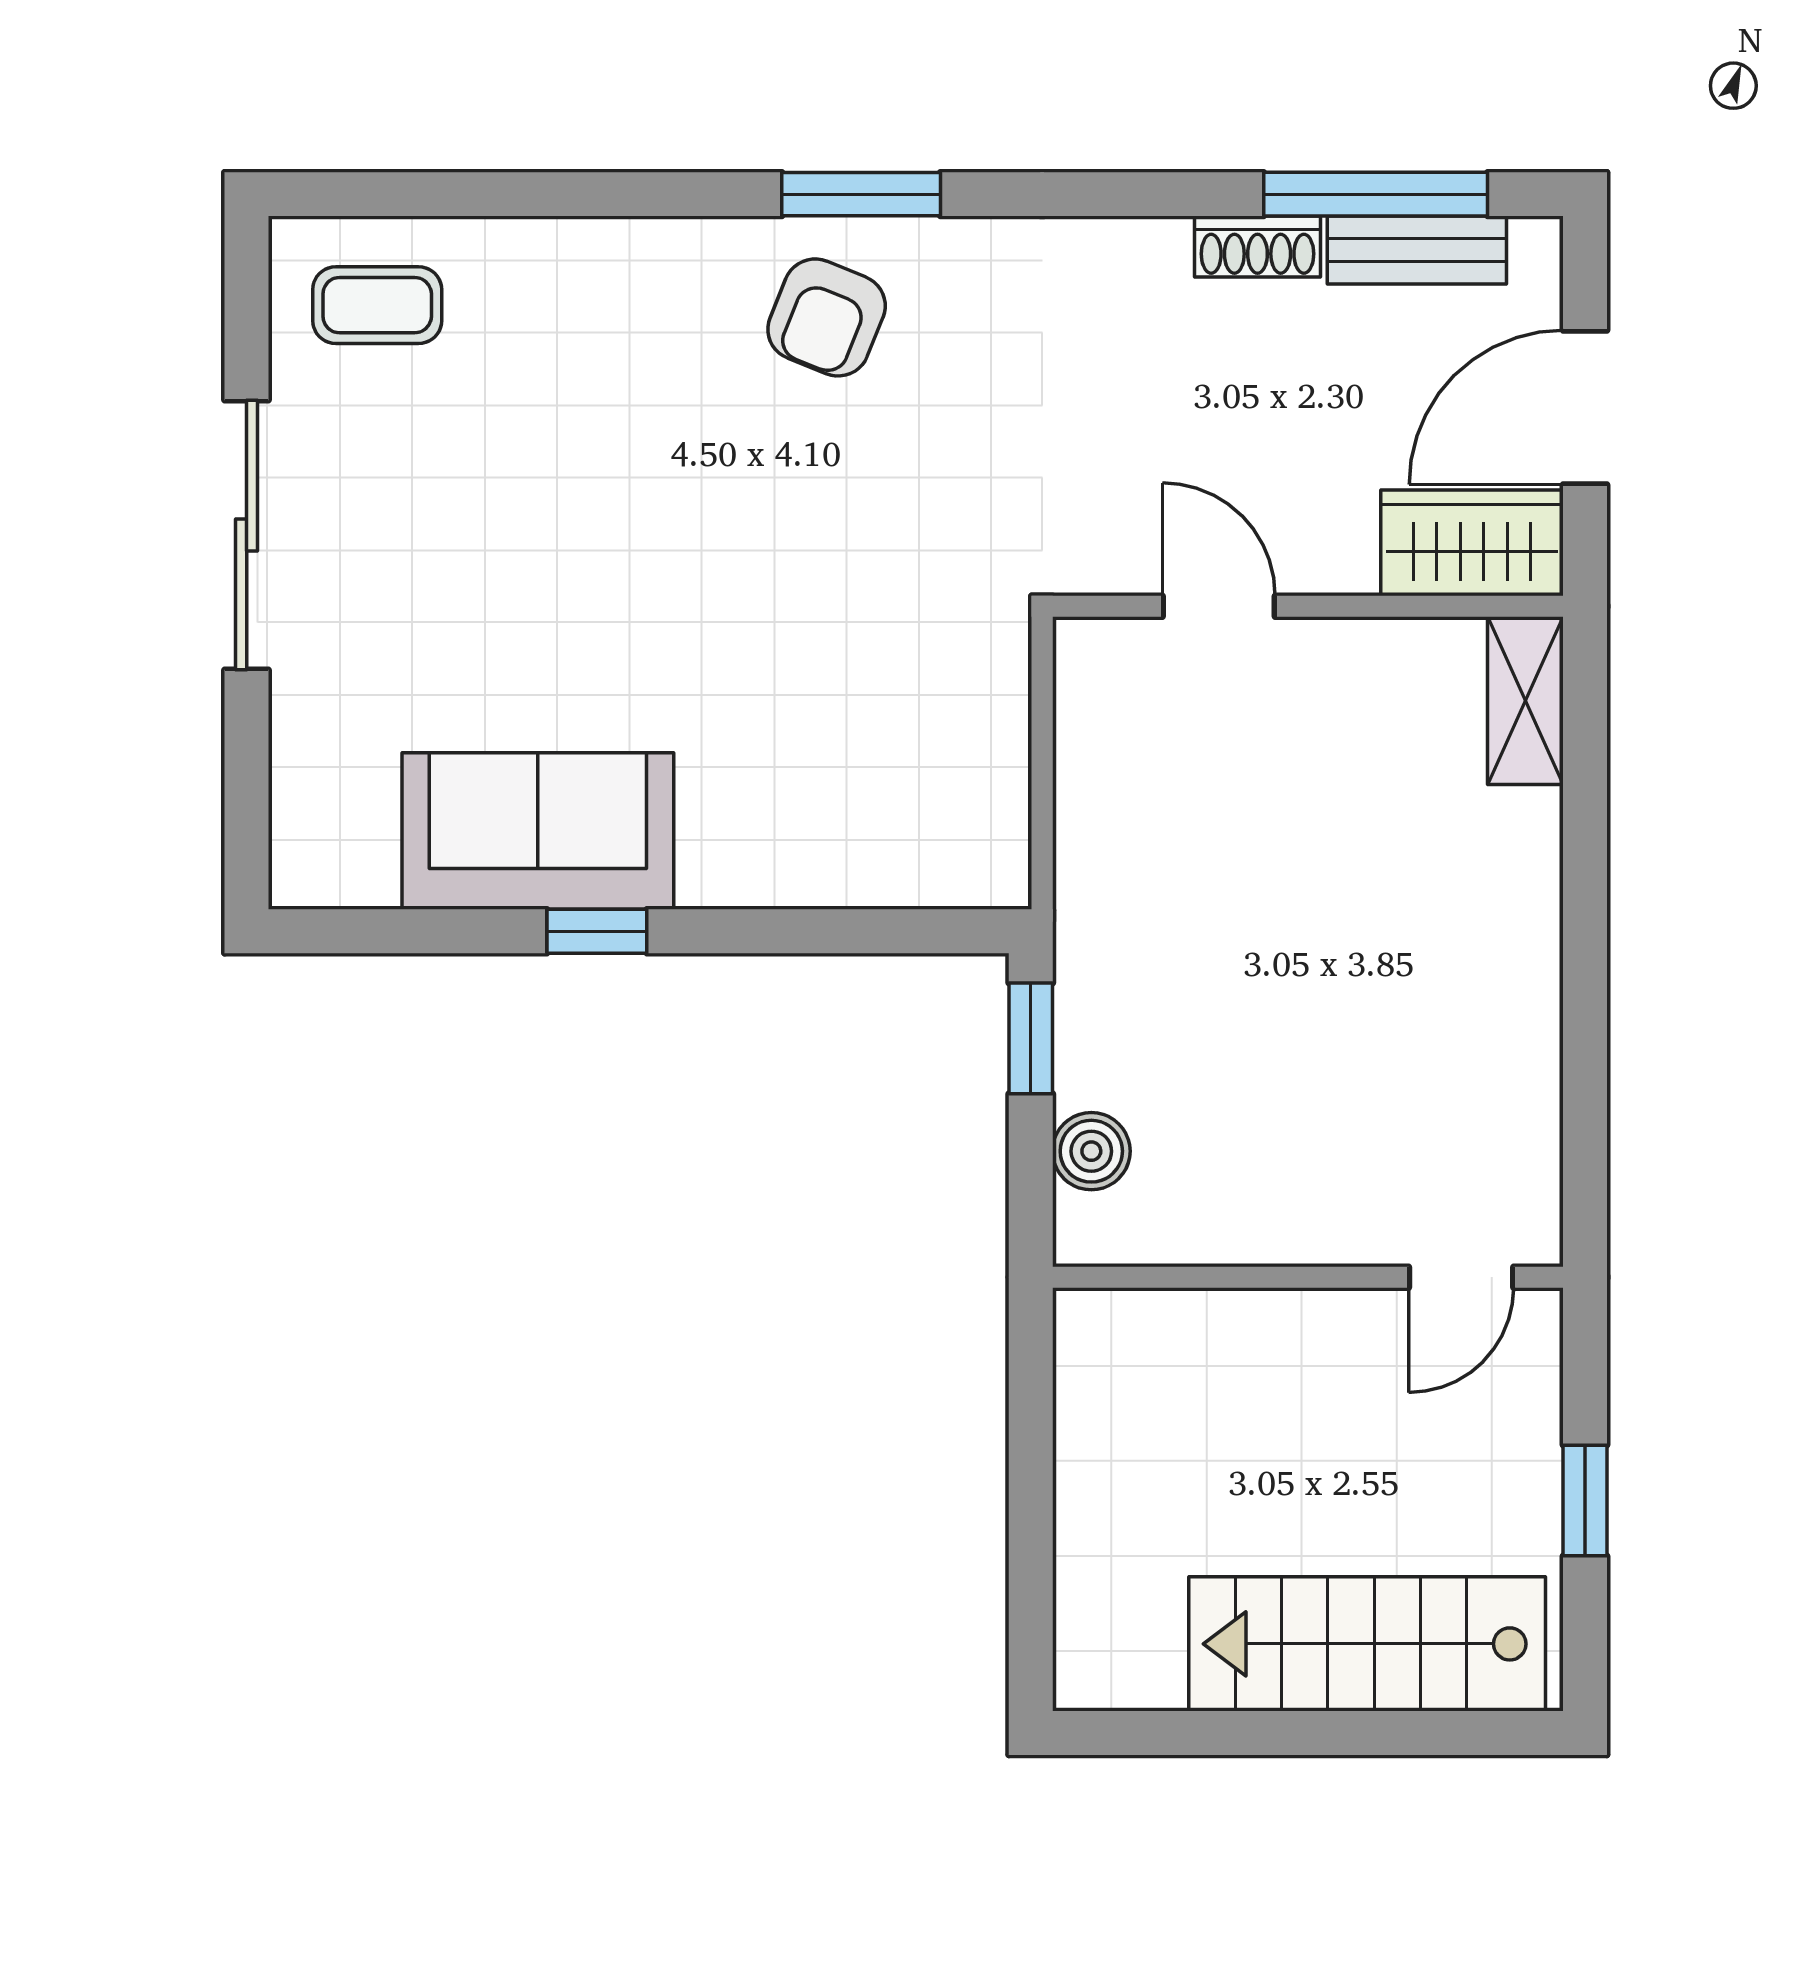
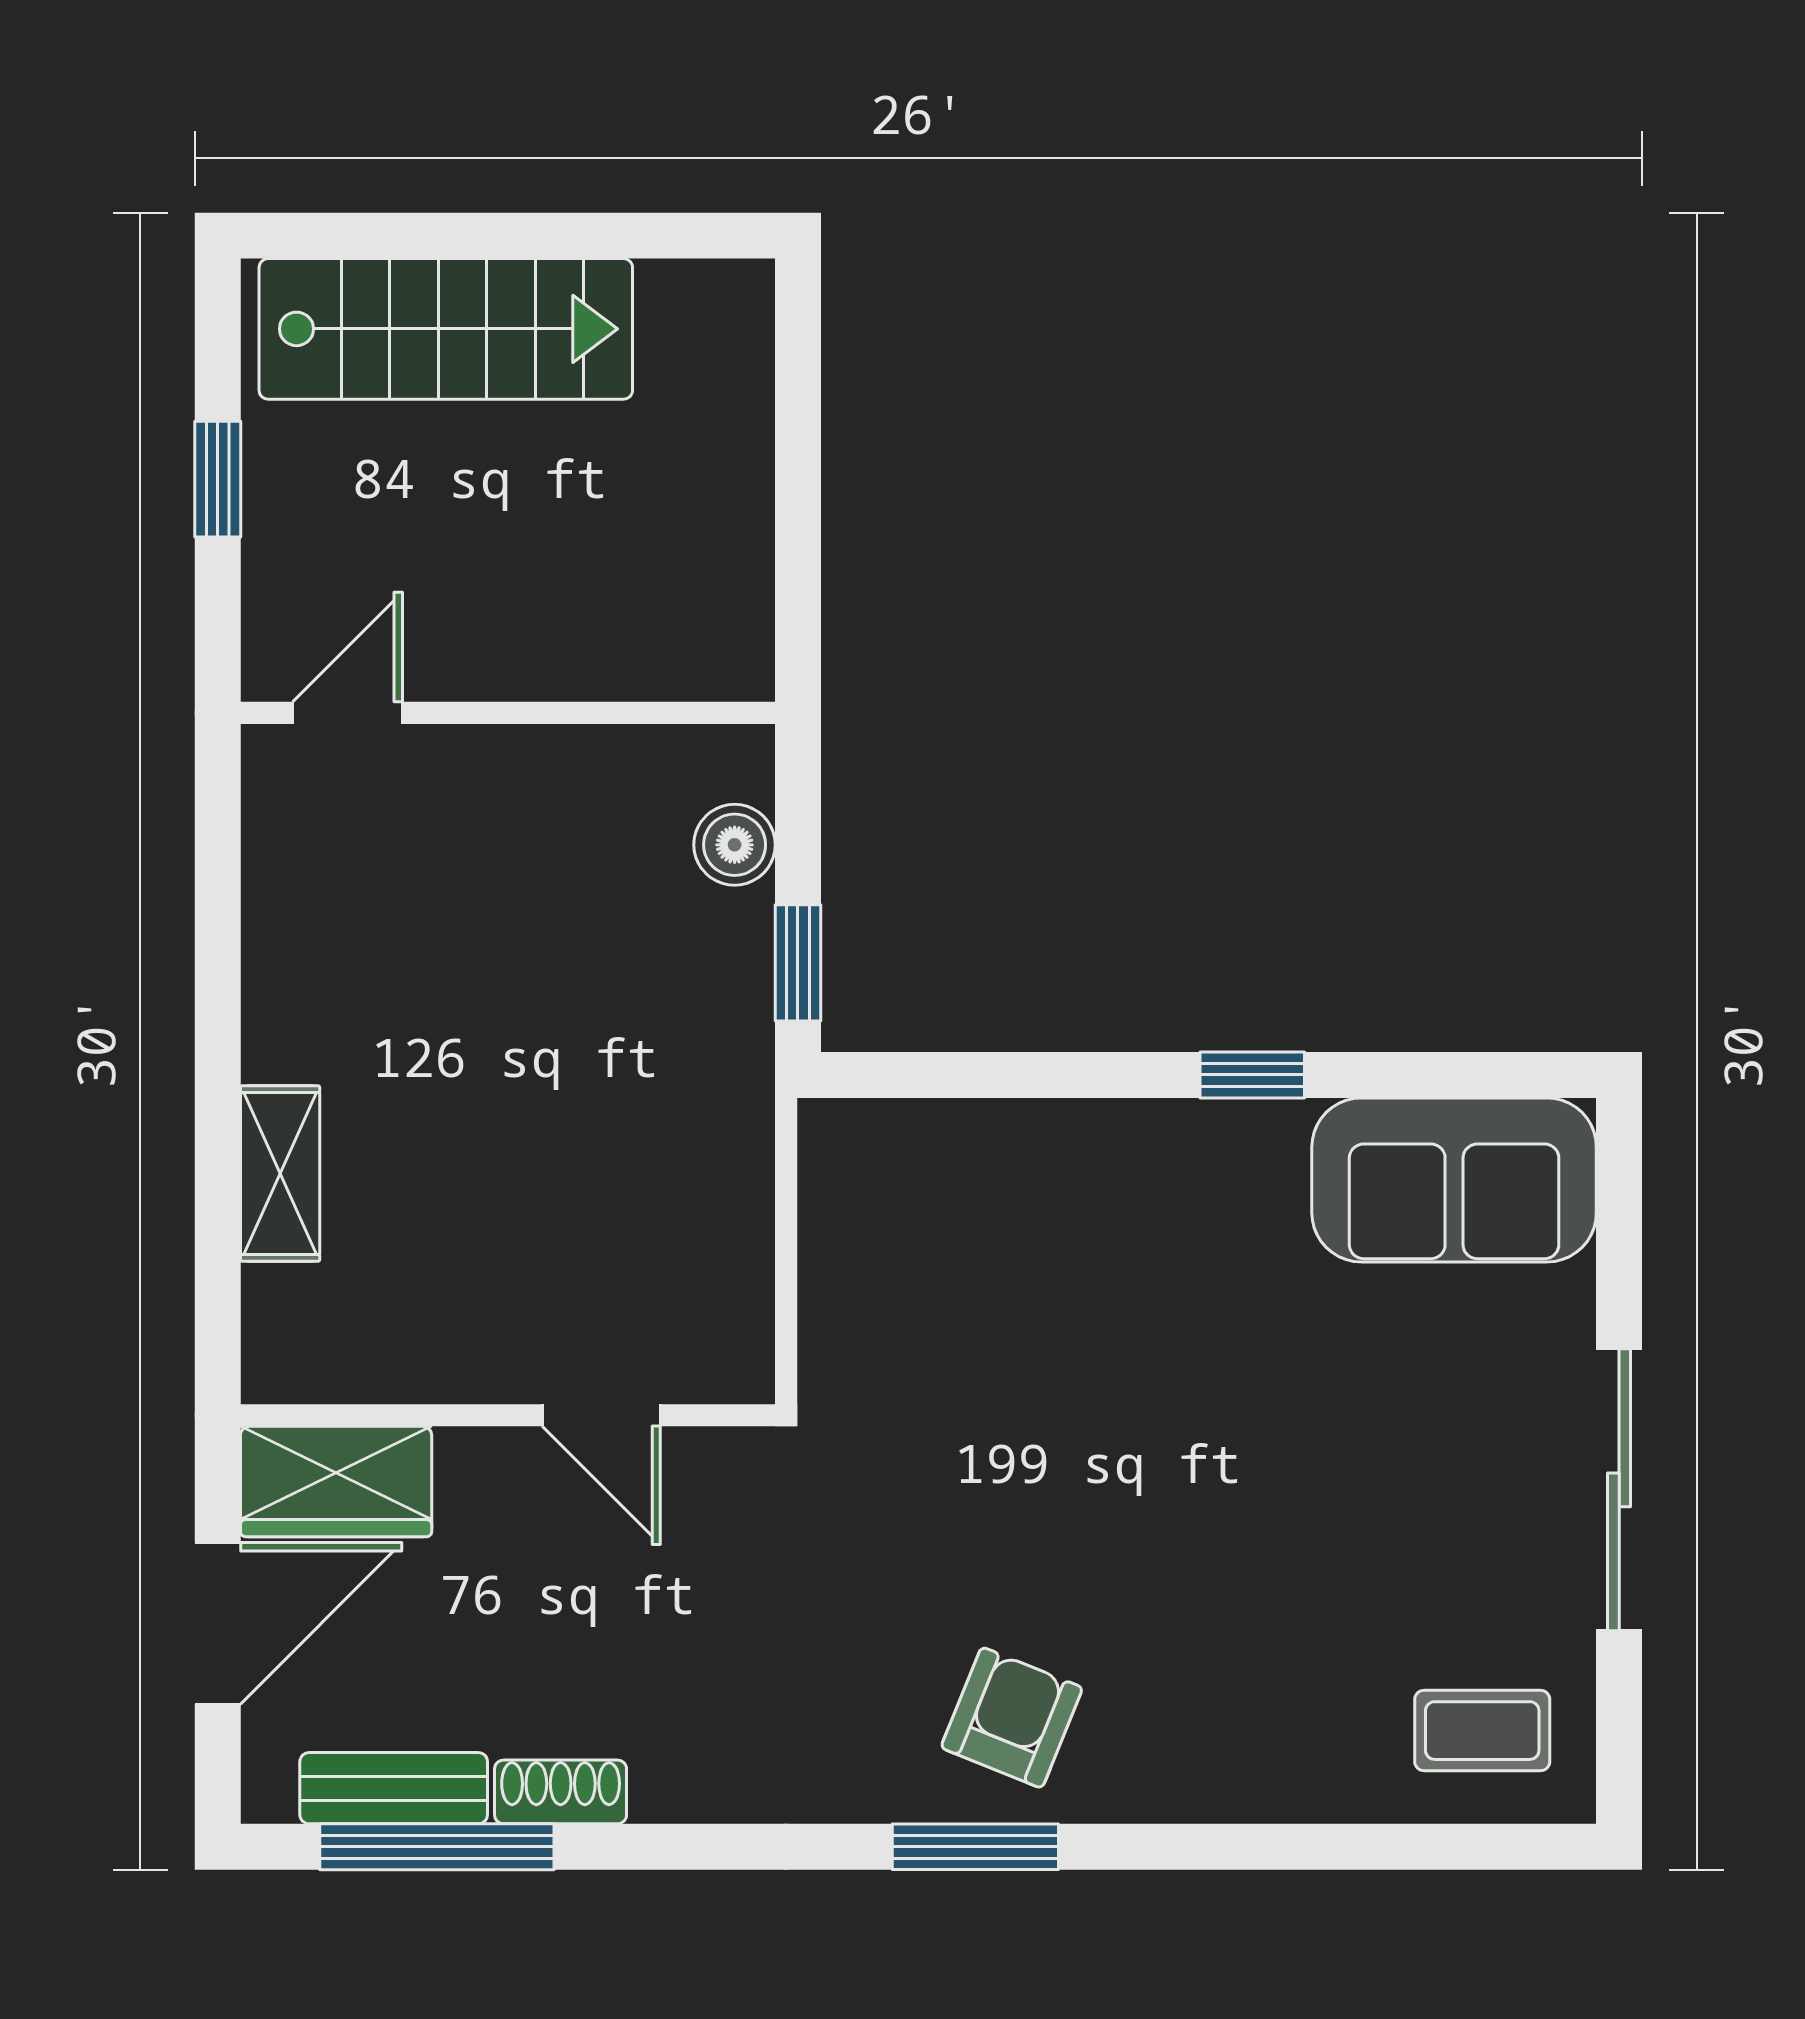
shelving: (1525, 701) -> (280, 1174), moved
sofa: (538, 831) -> (1454, 1180), moved

